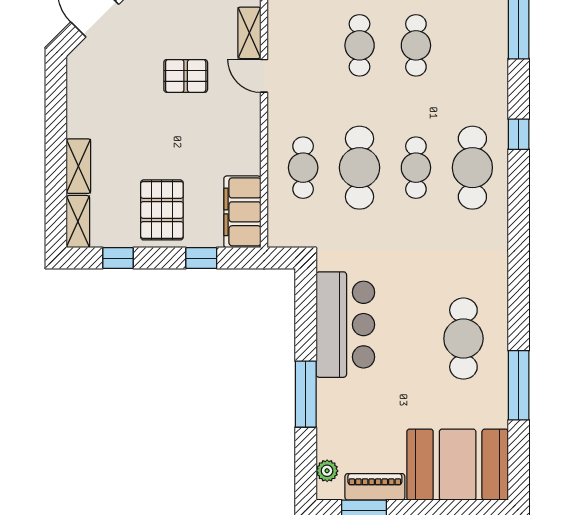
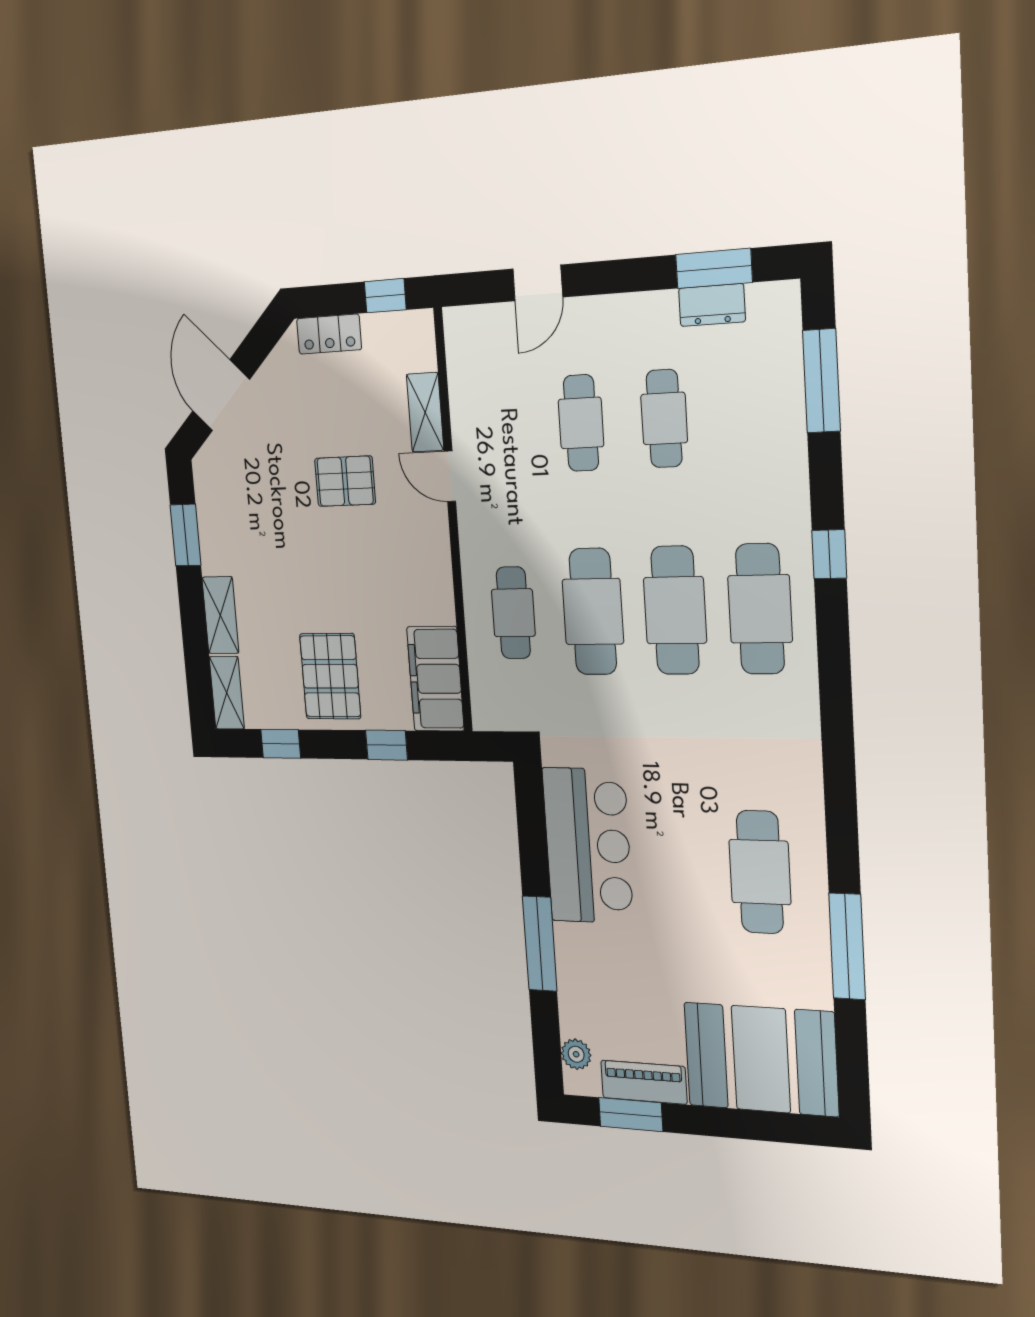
window: (56, 109) -> (186, 535), added
cafe table: (416, 168) -> (675, 610), width x1.37, depth x1.35

